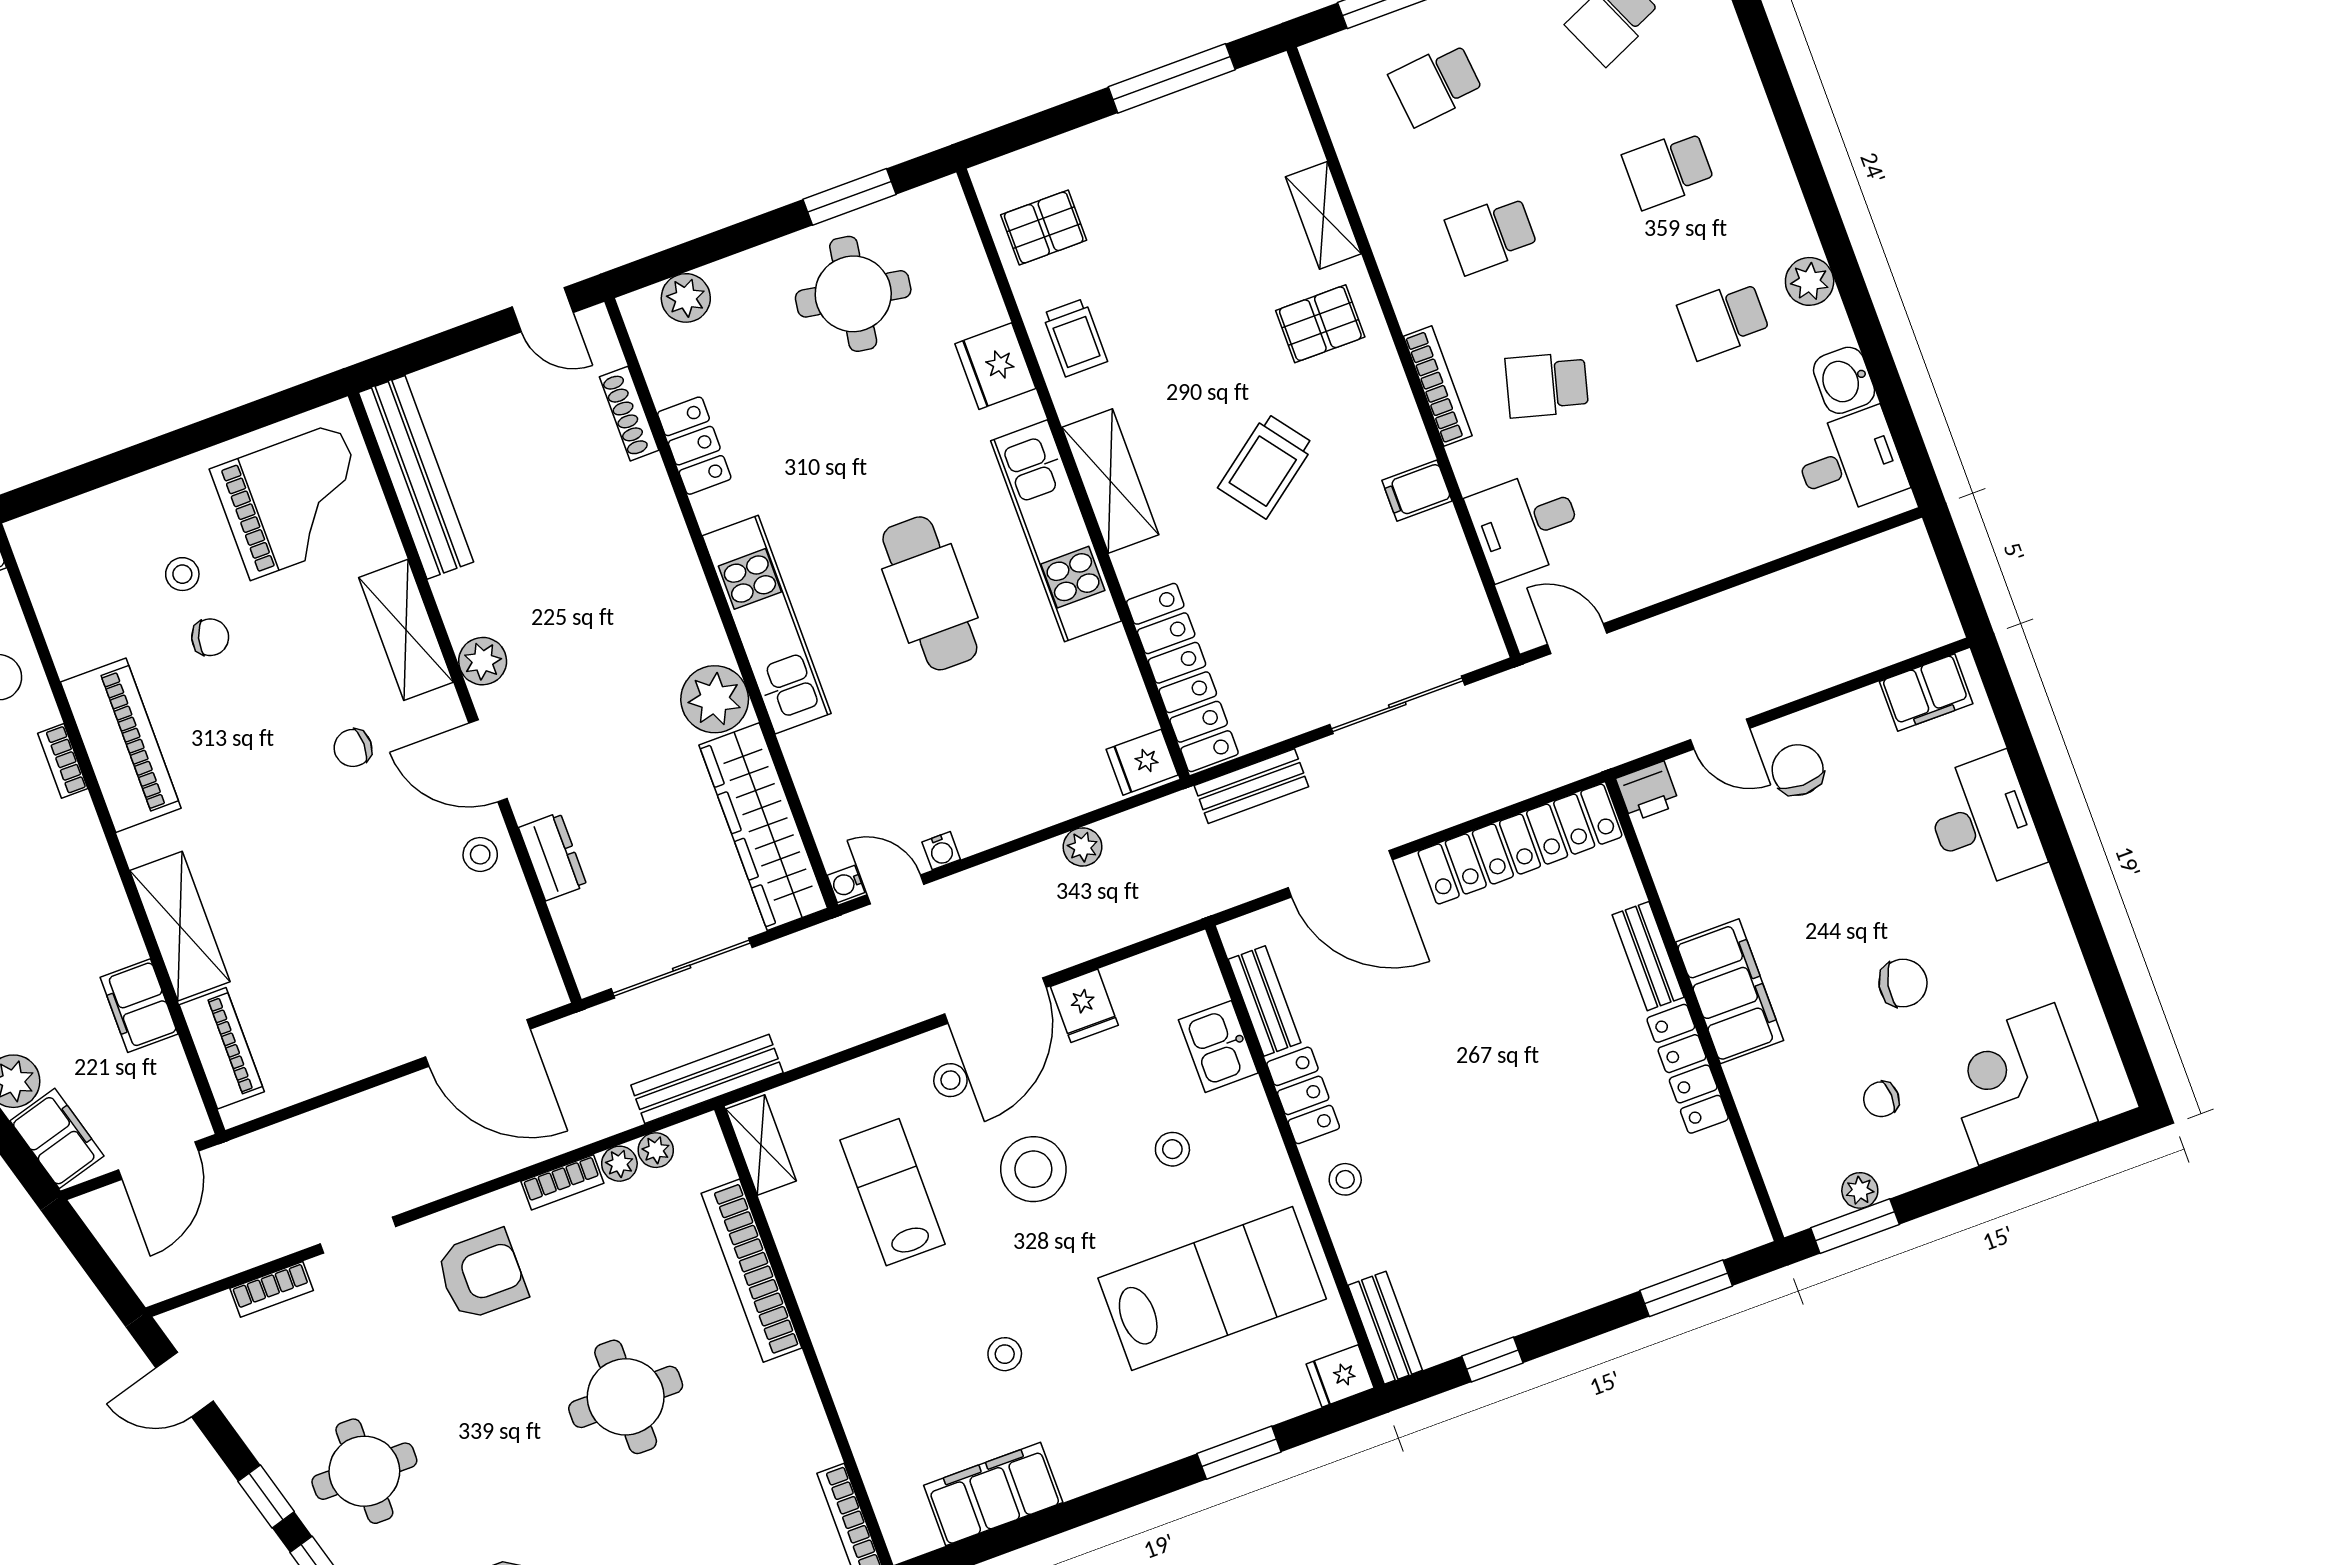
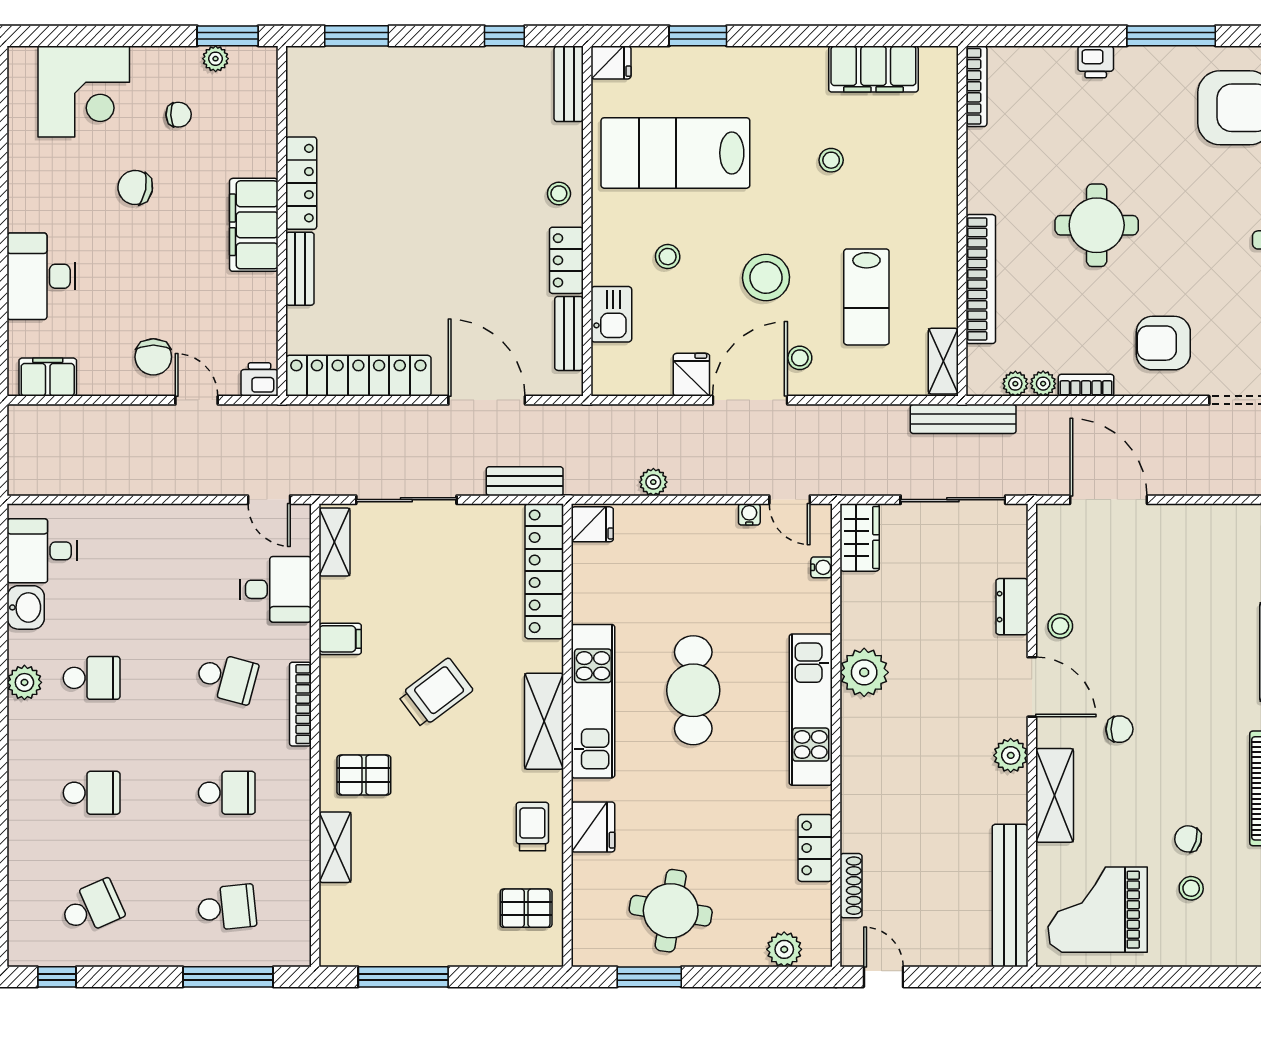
shelving: (1471, 615) -> (335, 542), added
wardrobe: (763, 827) -> (860, 537), width x0.48, depth x0.85
water cooler: (846, 884) -> (822, 567), moved

